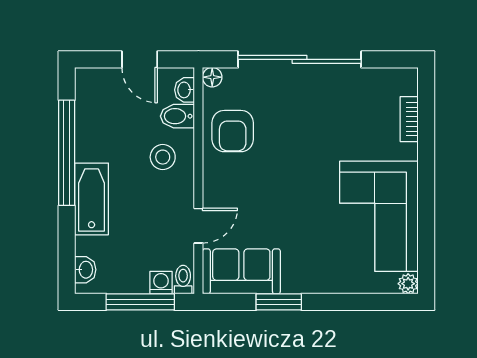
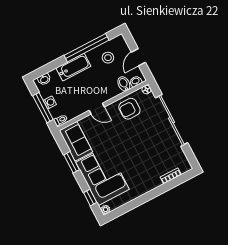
stool: (163, 157) -> (108, 58), moved
corner sofa: (379, 216) -> (102, 176), moved, turned 90
door: (198, 226) -> (97, 109), moved
washing machine: (161, 283) -> (50, 102), moved
window: (368, 302) -> (90, 198), added

